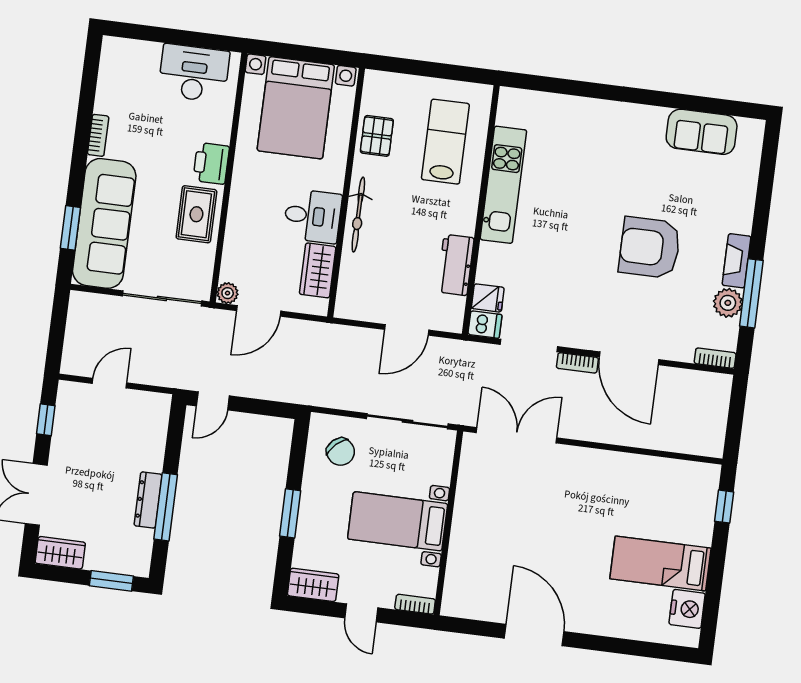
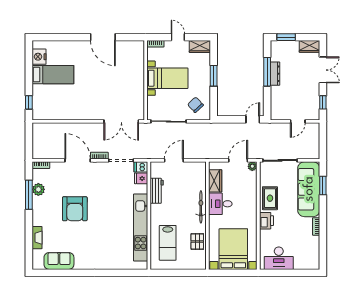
kitchen unit: (503, 185) -> (141, 228), width x1.36
armchair: (650, 248) -> (75, 209), turned 90
fireplace: (737, 261) -> (37, 238), moved

